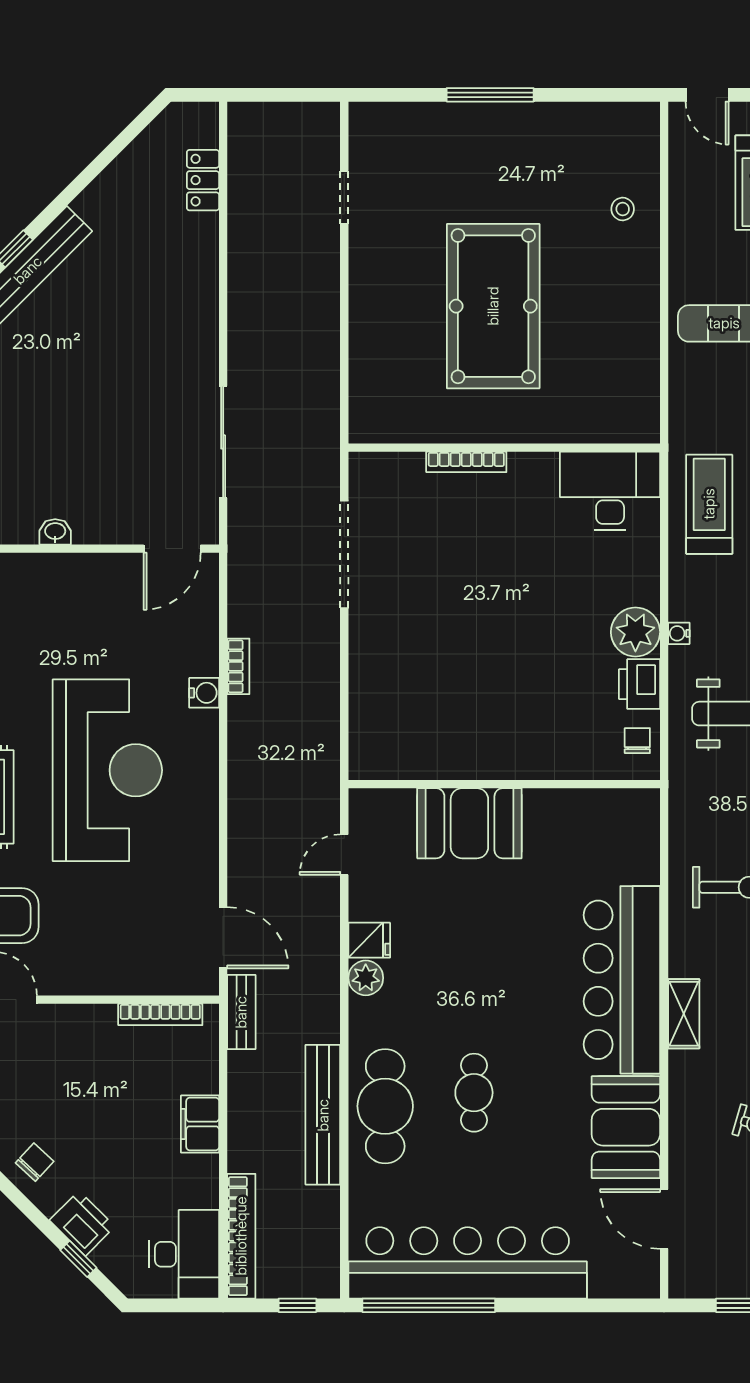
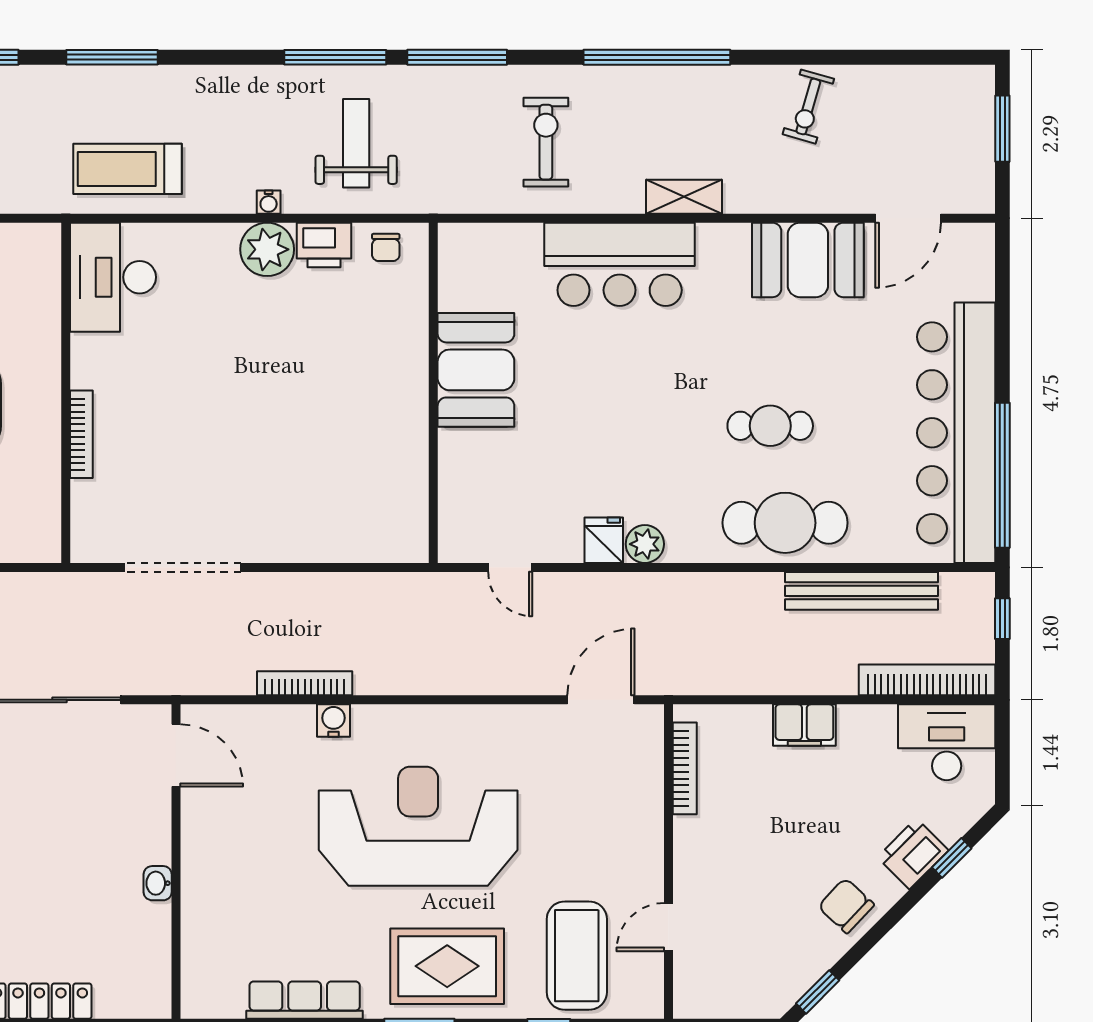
bookcase: (238, 666) -> (305, 683), width x1.56
chair: (637, 741) -> (386, 247), turned -90
booth: (469, 823) -> (476, 370), moved
bar counter: (622, 980) -> (620, 264), width x0.73
bench: (241, 1012) -> (682, 680), removed
bench: (323, 1115) -> (861, 591), moved
chair: (35, 1162) -> (846, 906), width x1.37, depth x1.37

